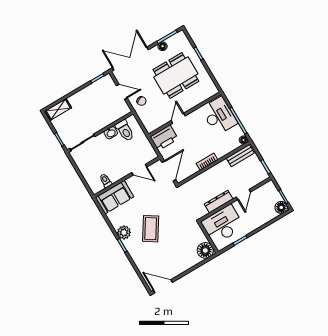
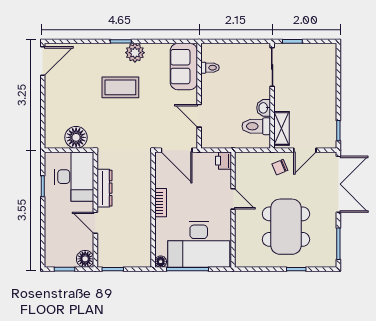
floor lamp: (163, 46) -> (330, 231), removed
shelving: (58, 109) -> (281, 128), moved
desk: (219, 116) -> (199, 244), width x1.36, depth x1.30
printer: (164, 138) -> (223, 161), width x0.53, depth x0.68
bench: (240, 156) -> (144, 247), removed
door: (139, 170) -> (199, 116), hinge flipped
floor lamp: (281, 207) -> (85, 259), moved
coffee table: (151, 229) -> (120, 87), turned -33
floor lamp: (205, 250) -> (76, 137), moved

